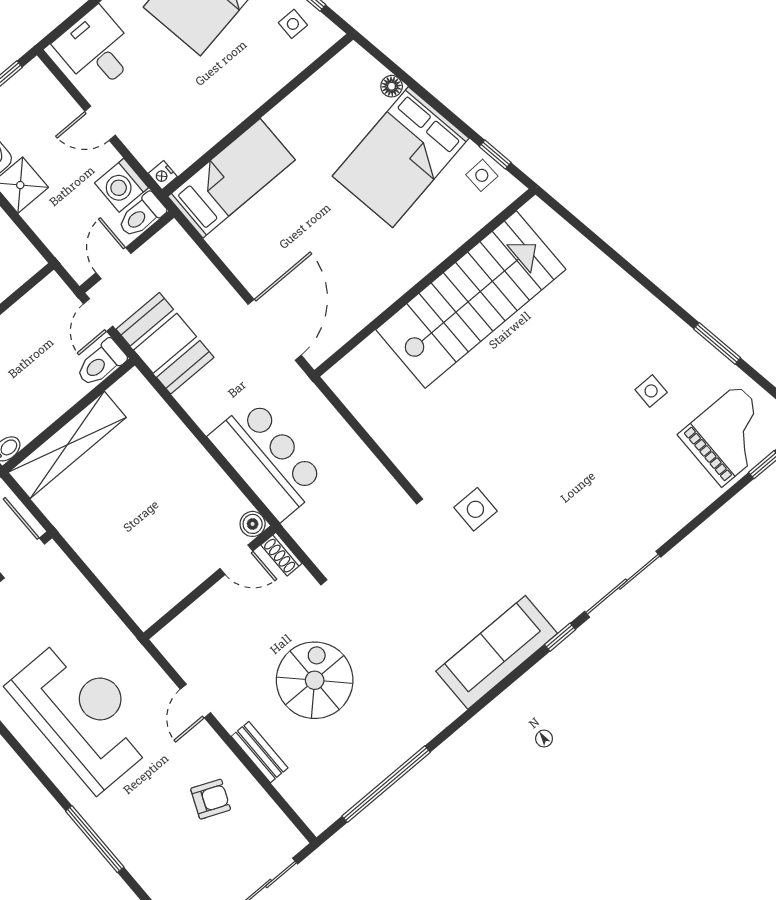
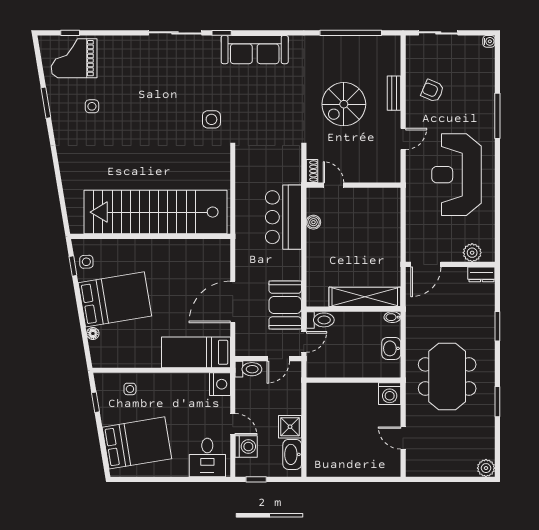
side table: (293, 24) -> (130, 389), moved
nightstand: (163, 175) -> (220, 384), width x1.89, depth x1.79
washing machine: (122, 185) -> (246, 447), moved
stairs: (471, 299) -> (156, 212), width x1.36
door: (275, 330) -> (233, 302), moved
boiler: (253, 524) -> (313, 222), moved

